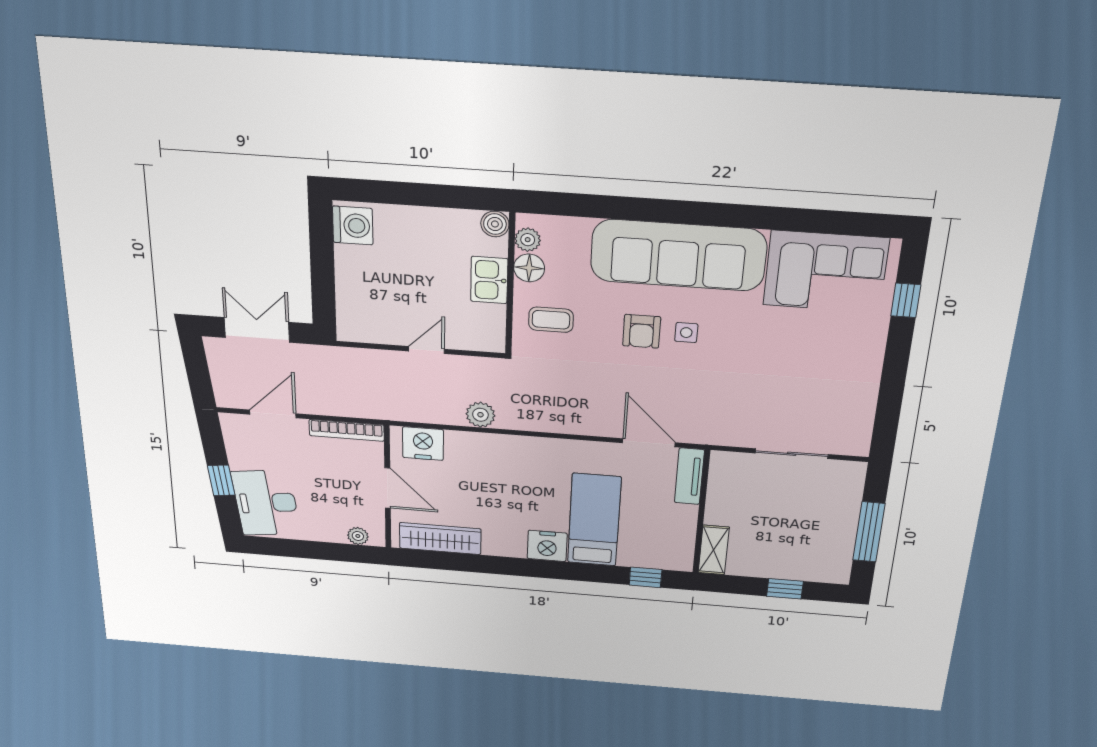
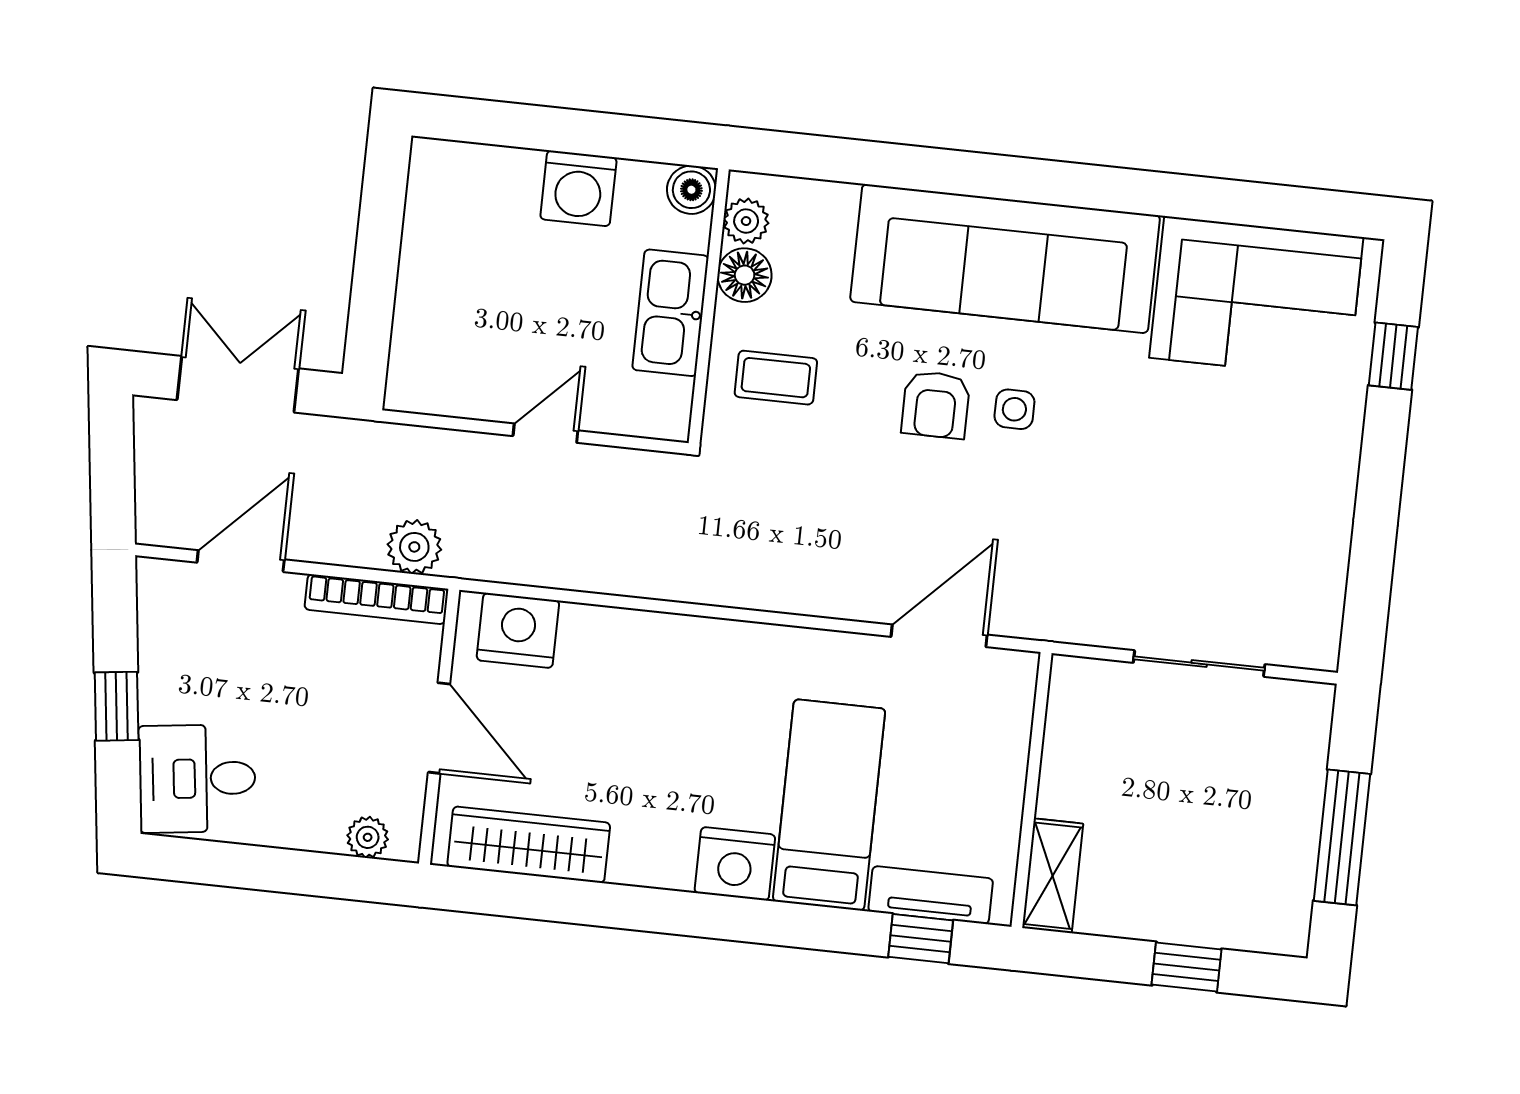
washing machine: (353, 225) -> (578, 188), moved, turned 90
kitchen sink: (489, 280) -> (670, 313), width x1.38
plant: (480, 415) -> (414, 547), moved
door: (649, 443) -> (939, 636), hinge flipped
tv unit: (689, 476) -> (931, 895), moved, turned 90
desk: (266, 503) -> (197, 779), width x0.73

